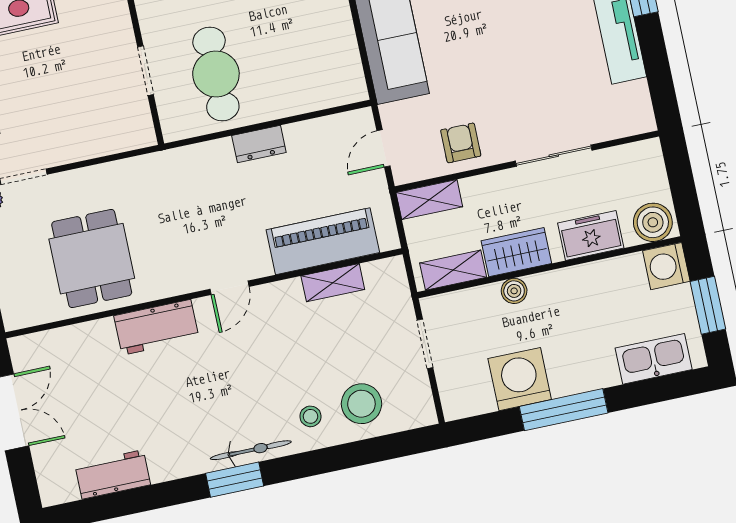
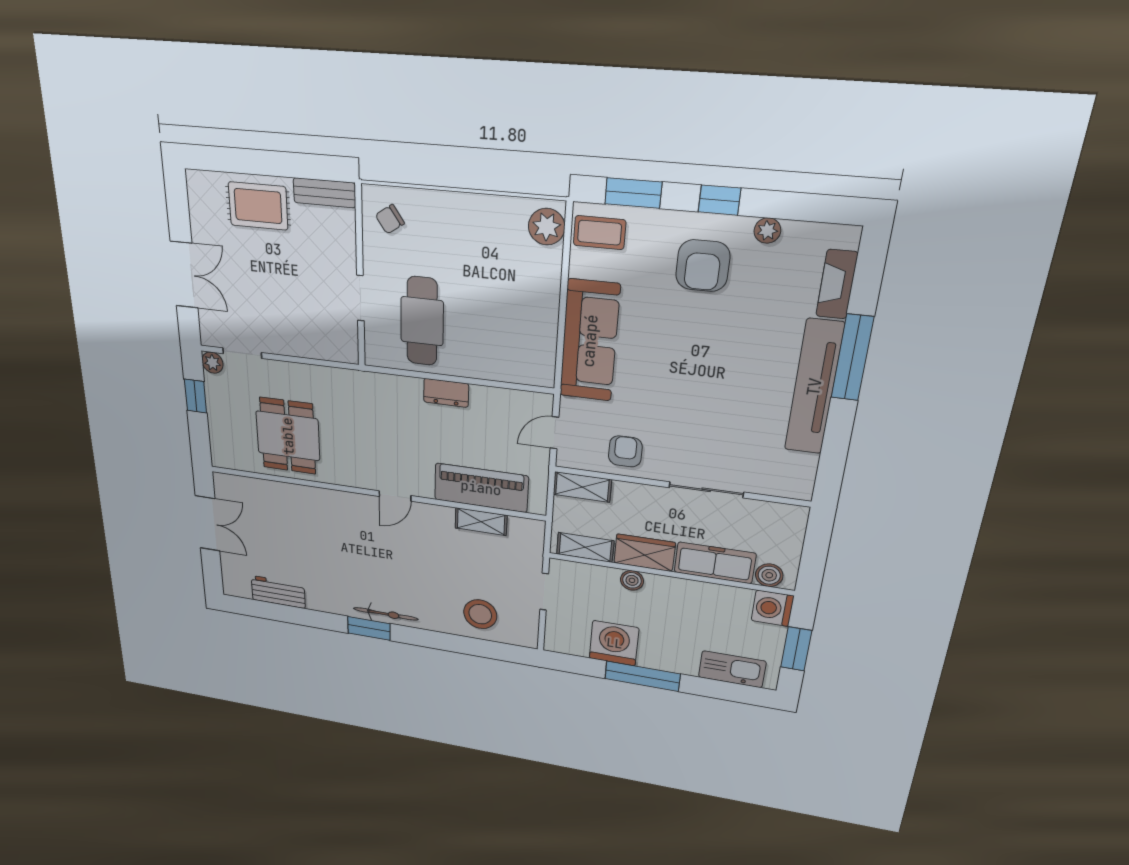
boiler: (653, 222) -> (769, 575), width x0.73, depth x0.73
freezer: (591, 235) -> (715, 563), width x1.40
workbench: (156, 327) -> (330, 504), removed
stool: (310, 416) -> (438, 608), removed

